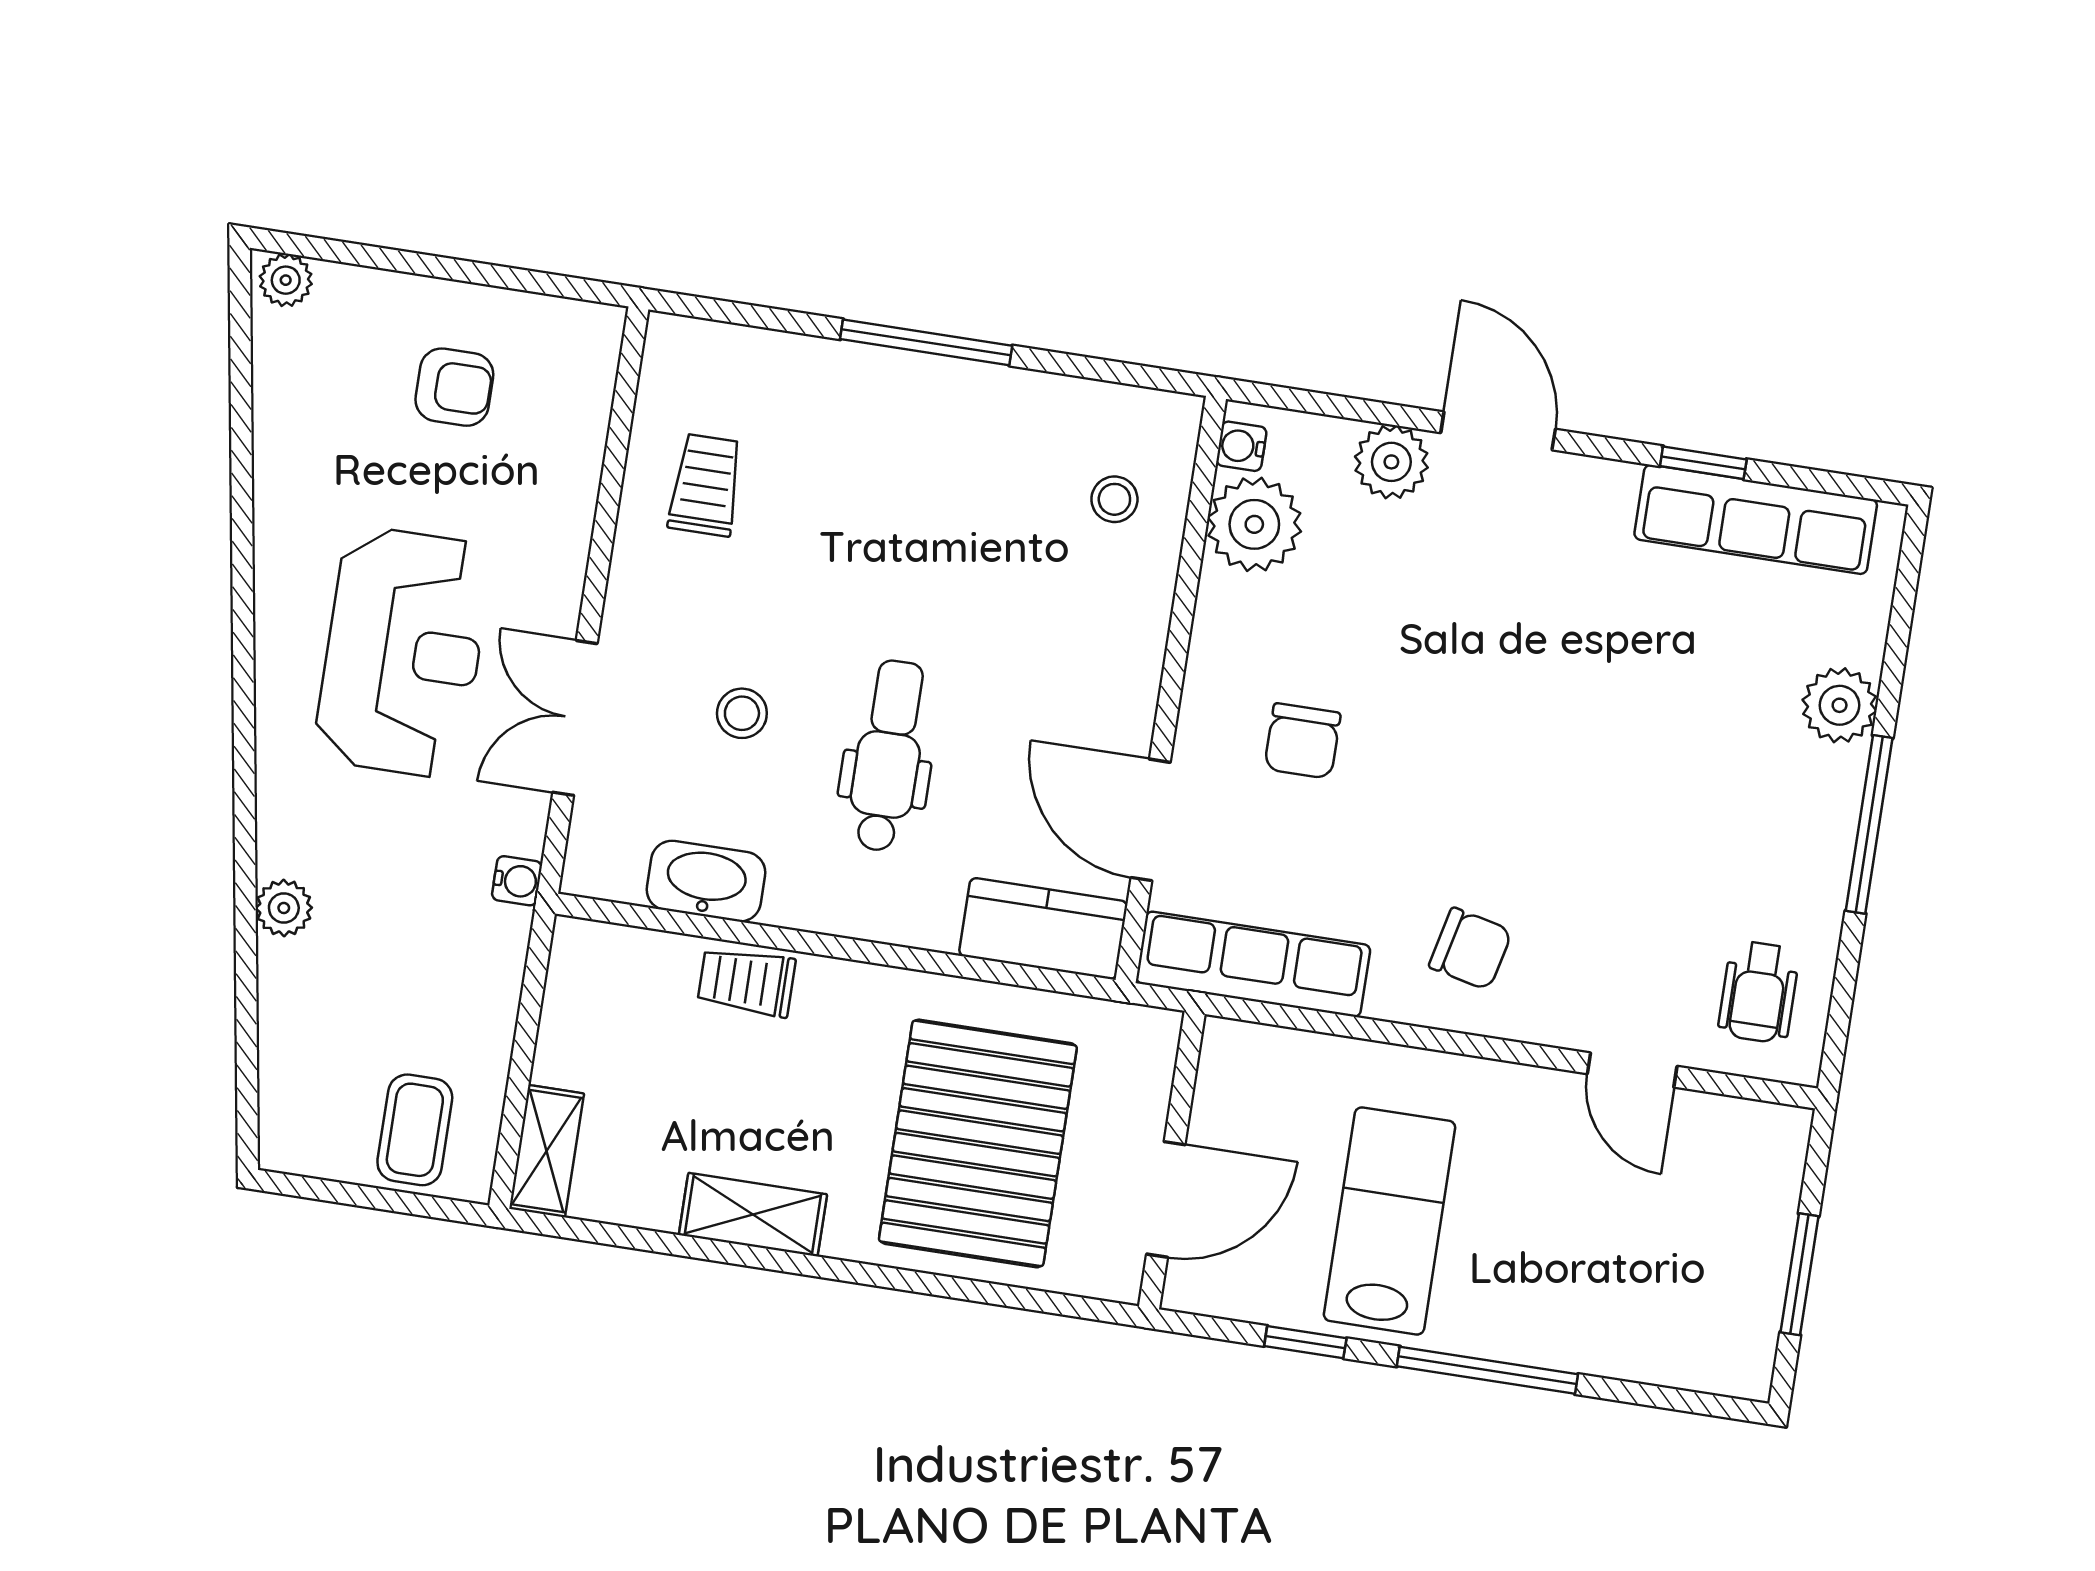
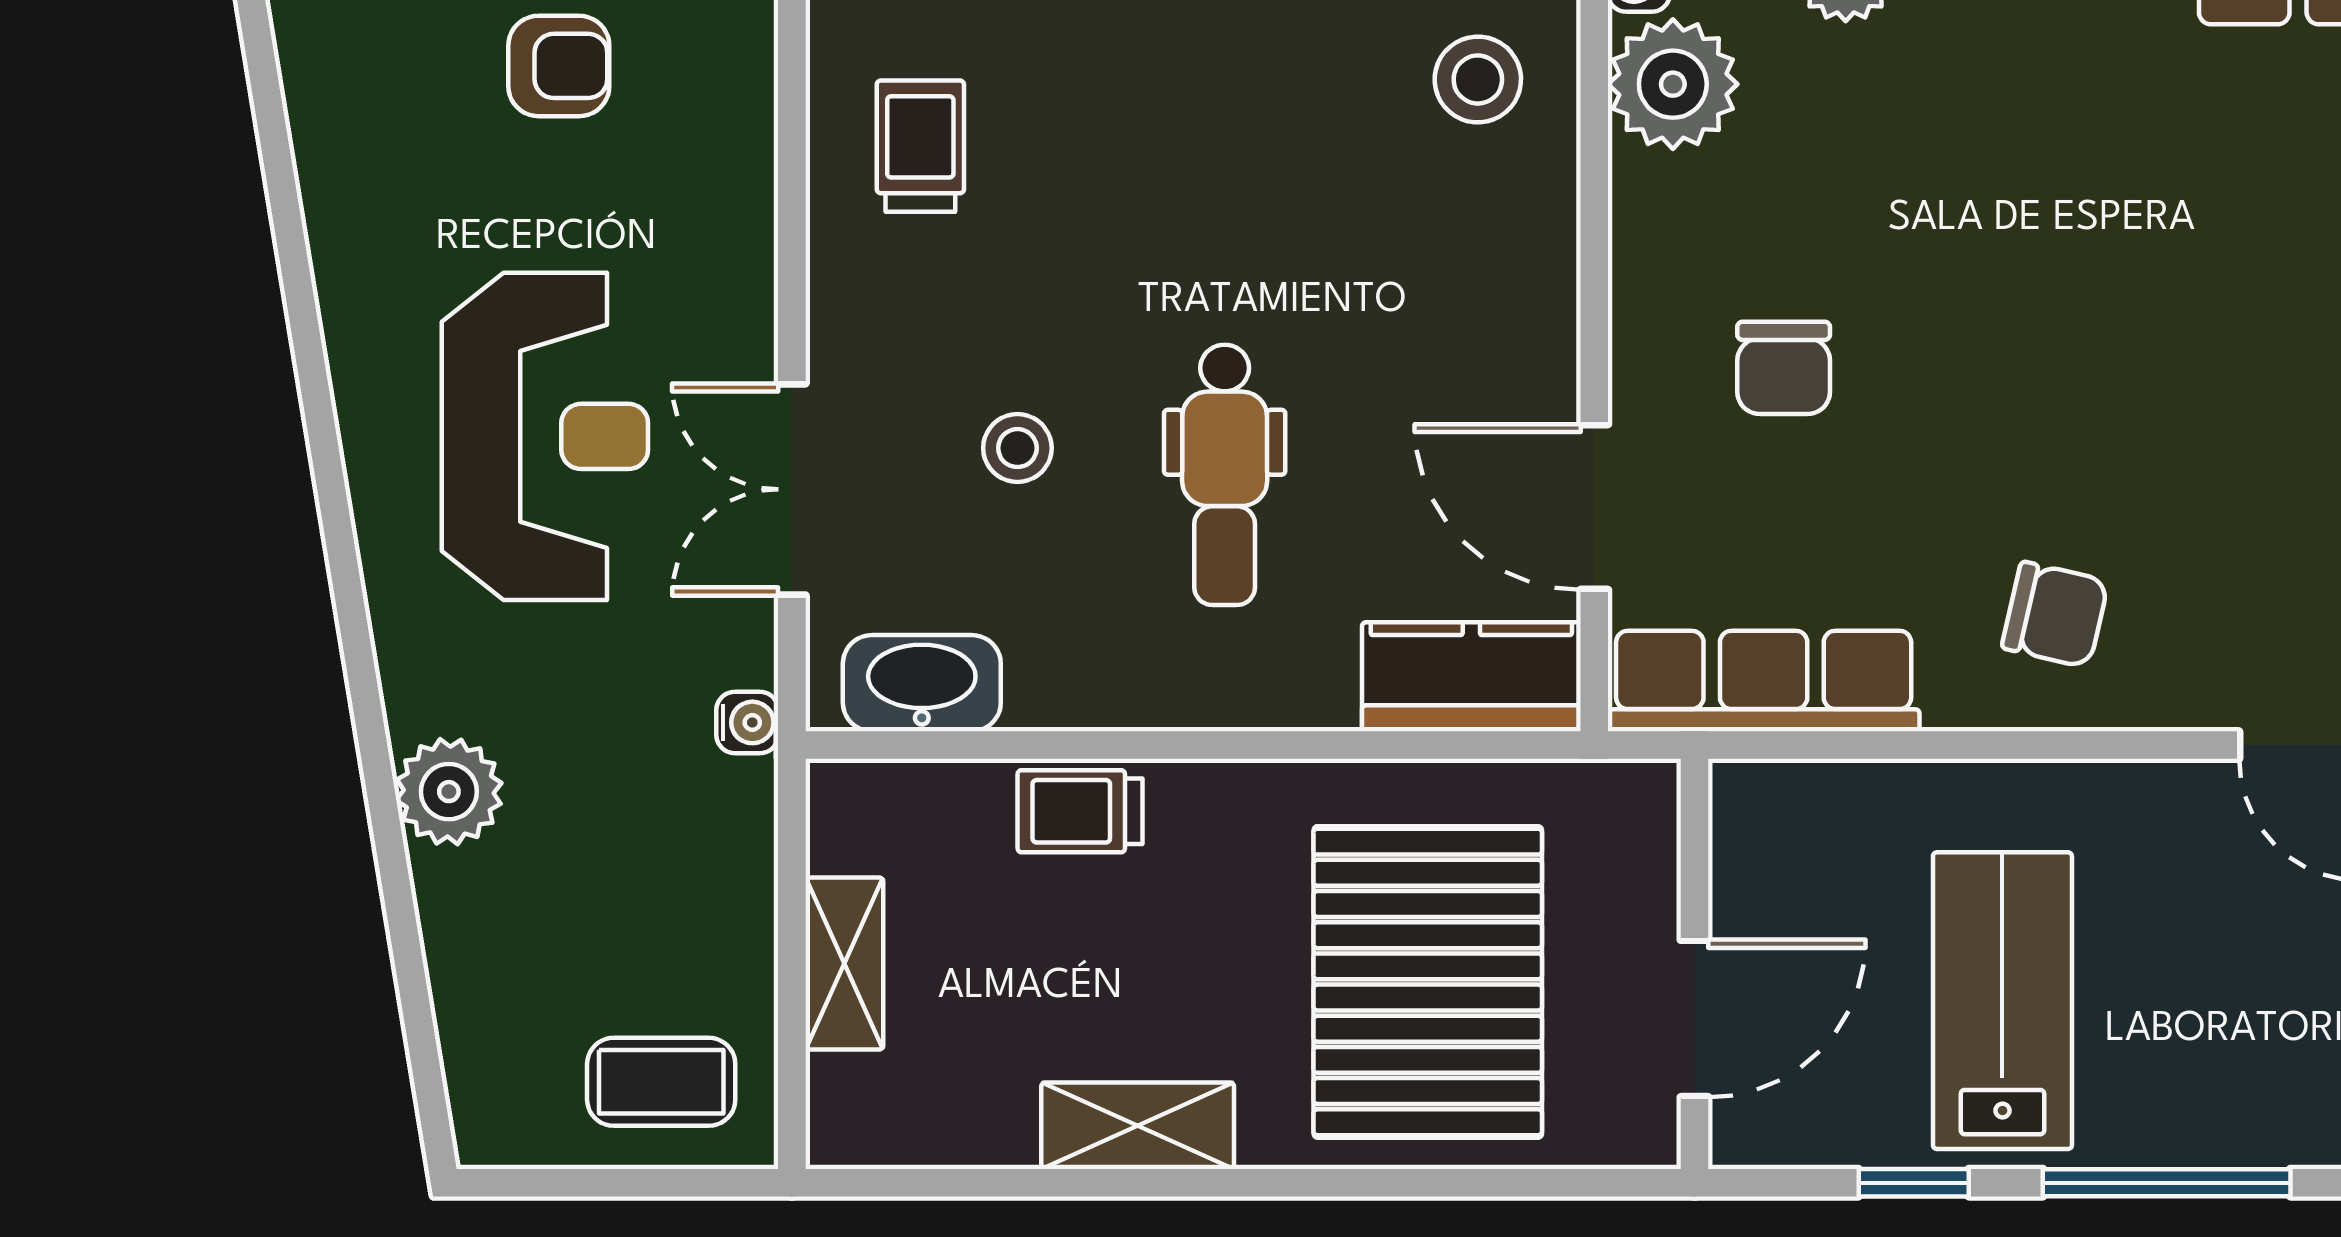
stool: (1114, 499) -> (1478, 79), width x1.37, depth x1.37
dental chair: (888, 756) -> (1225, 475), turned 180
washbasin: (706, 881) -> (922, 683), moved
plant: (284, 908) -> (449, 792), width x1.38, depth x1.38
coffee table: (415, 1130) -> (661, 1082), turned 90
shelving: (547, 1151) -> (844, 964), moved

